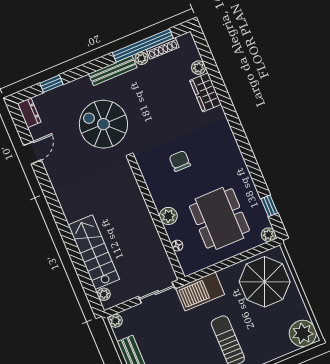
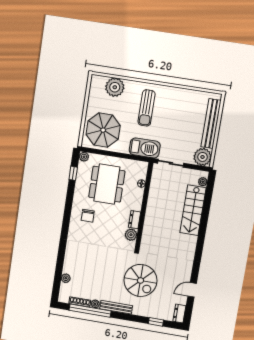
wardrobe: (205, 92) -> (70, 262), removed
chair: (180, 161) -> (88, 216), moved
dresser: (158, 196) -> (135, 220), added
plant: (168, 216) -> (131, 235), moved
plant: (115, 321) -> (203, 157), width x1.88, depth x1.88
plant: (303, 333) -> (115, 87), moved

